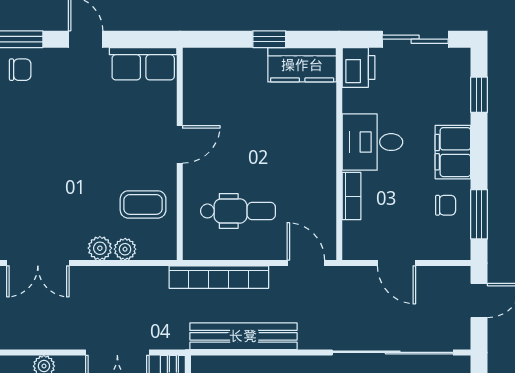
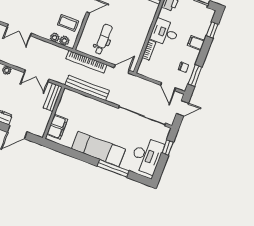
filing cabinet: (453, 152) -> (196, 43), width x0.50
dental chair: (238, 211) -> (103, 39), turned -90
plant: (100, 248) -> (64, 41), moved
door: (306, 263) -> (122, 69), hinge flipped
door: (396, 263) -> (168, 87), moved

